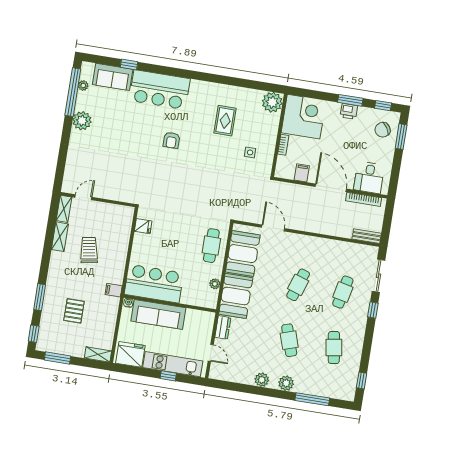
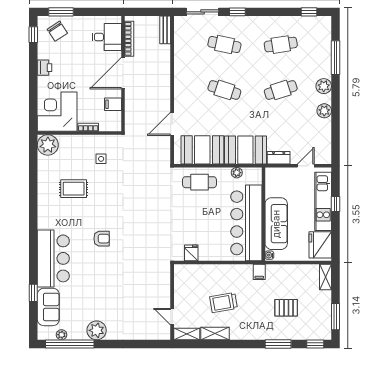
window: (350, 100) -> (33, 68), removed
bar counter: (154, 284) -> (246, 223), width x1.36

